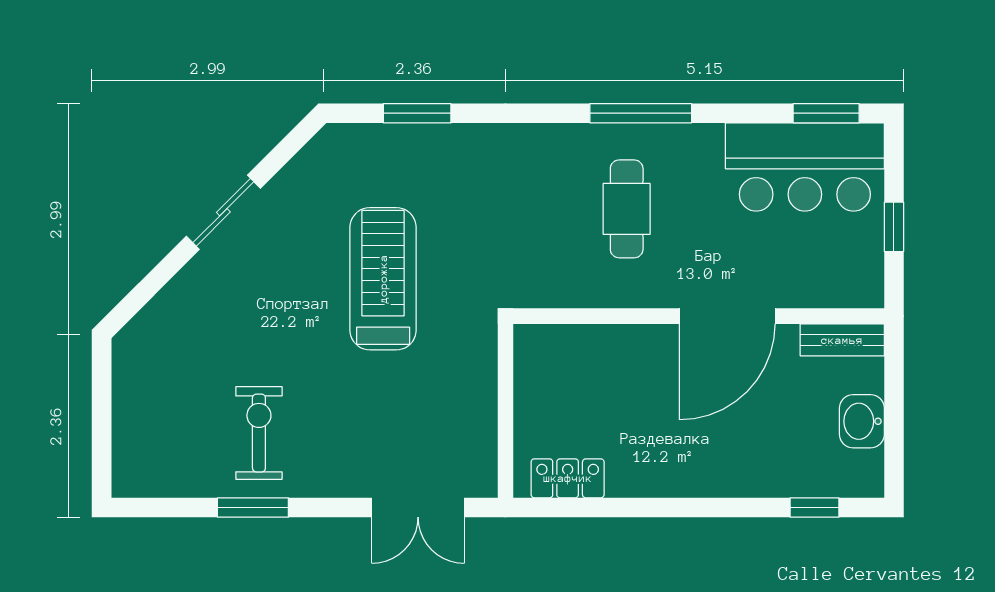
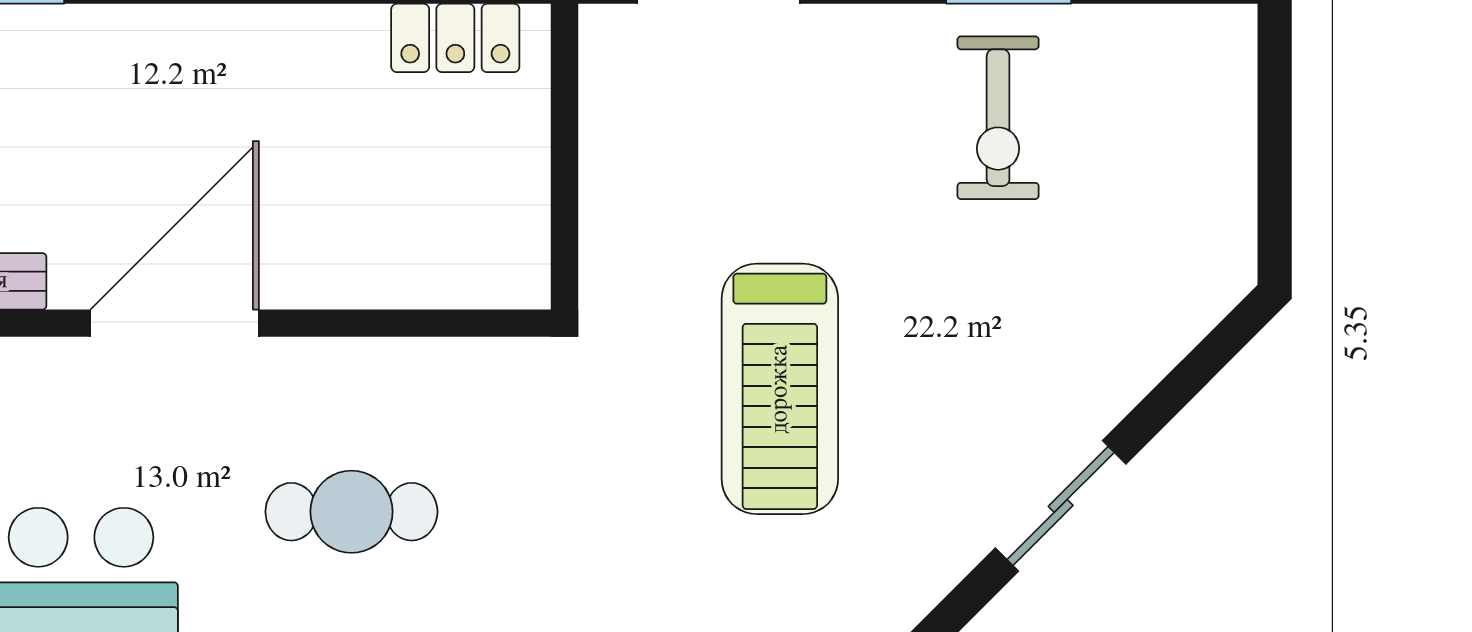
cafe table: (627, 209) -> (351, 512), turned 90

